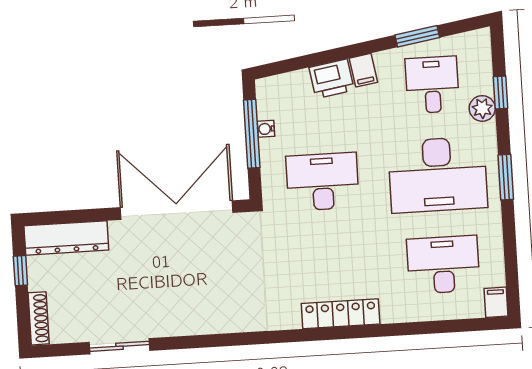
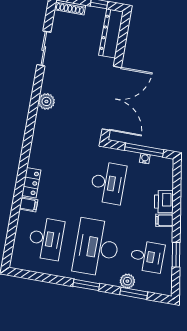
window: (501, 92) -> (134, 293), width x1.50
filing cabinet: (496, 302) -> (29, 204), moved
locker: (341, 314) -> (31, 183), width x0.66
plant: (209, 320) -> (46, 101), added

